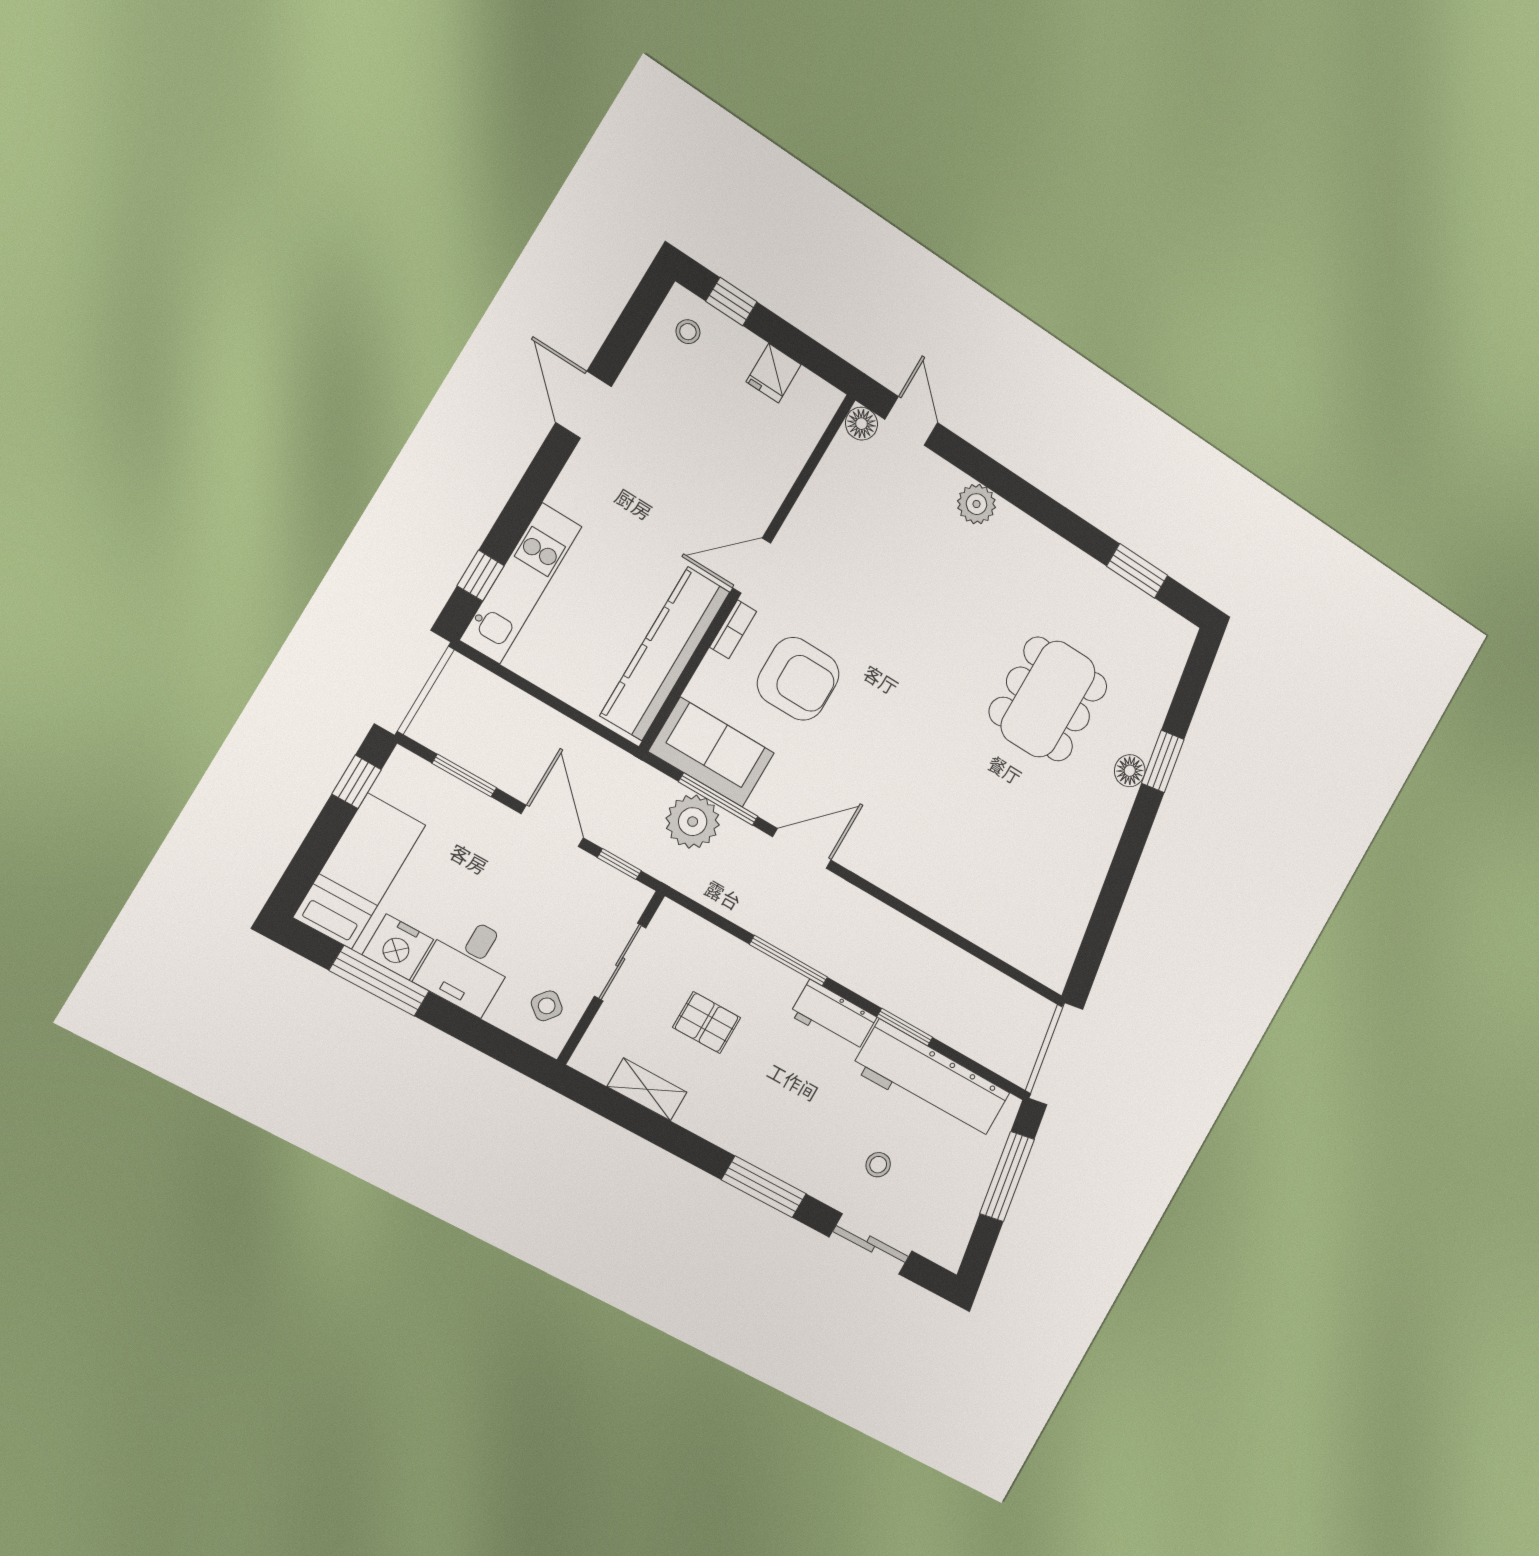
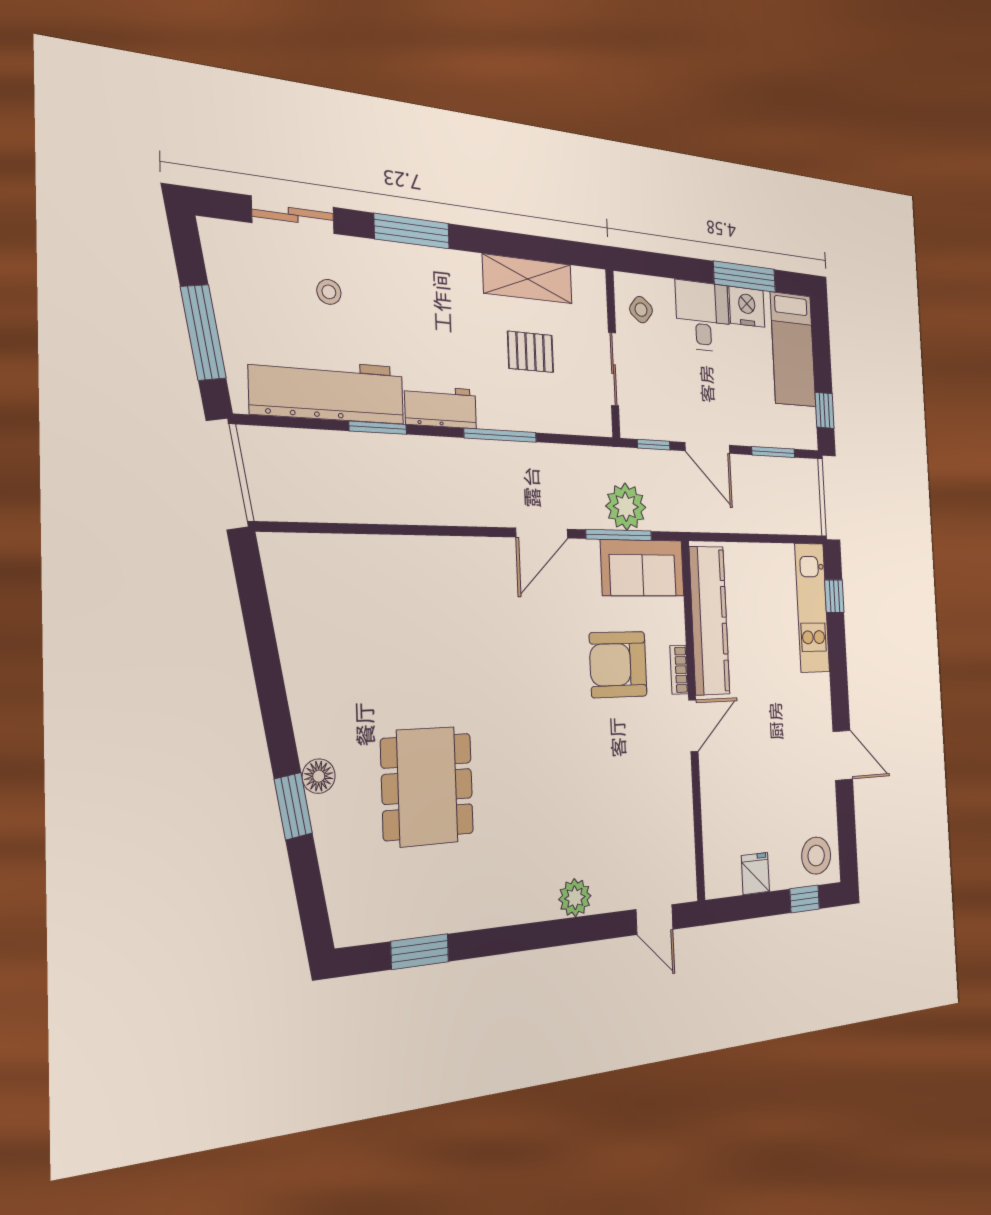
stool: (688, 332) -> (816, 856), width x1.89, depth x1.89
floor lamp: (861, 424) -> (684, 888), removed
shelving: (647, 1089) -> (528, 279), width x1.50, depth x1.33

